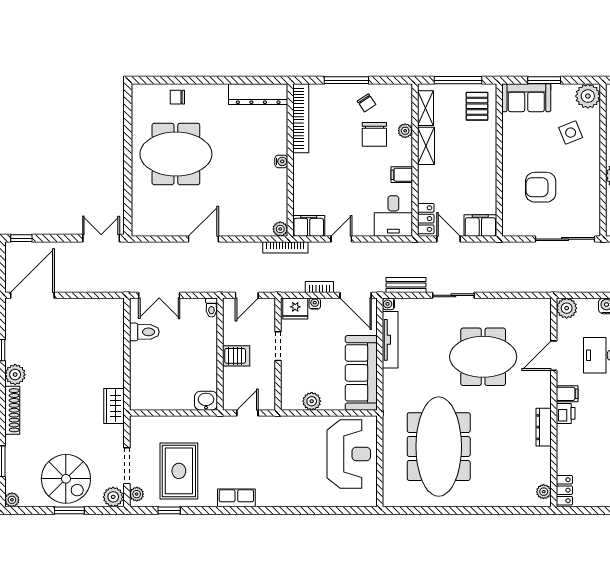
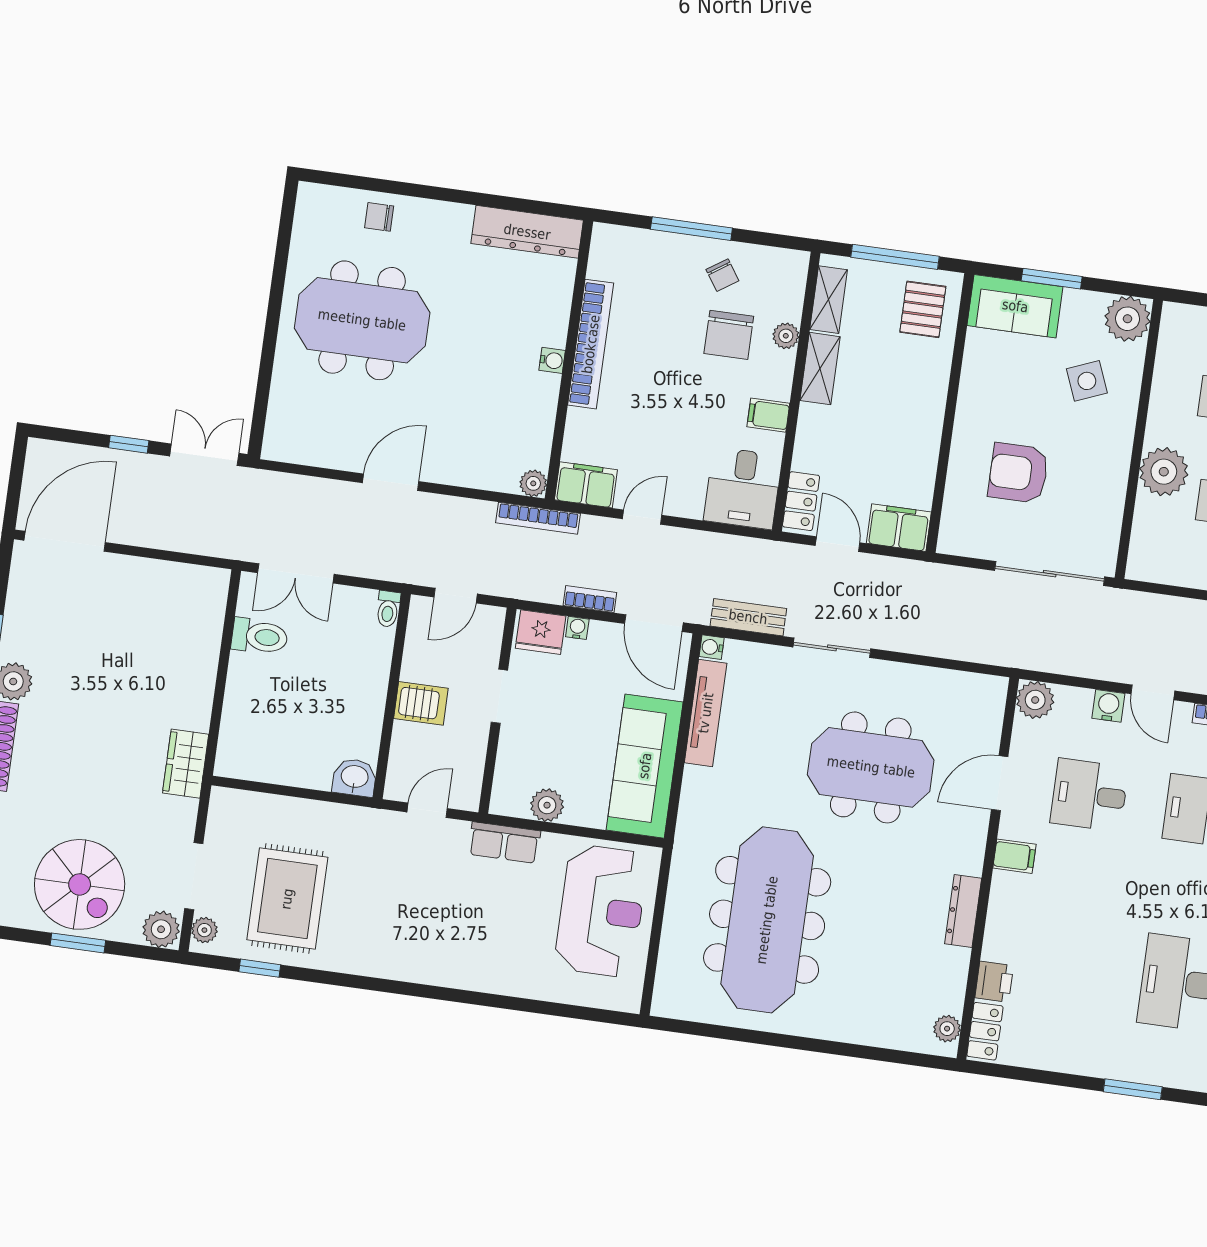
bookcase: (301, 118) -> (591, 344), moved
window: (21, 238) -> (129, 444), moved
printer: (566, 413) -> (994, 982), moved
row of seats: (236, 498) -> (504, 843), moved, turned 180

